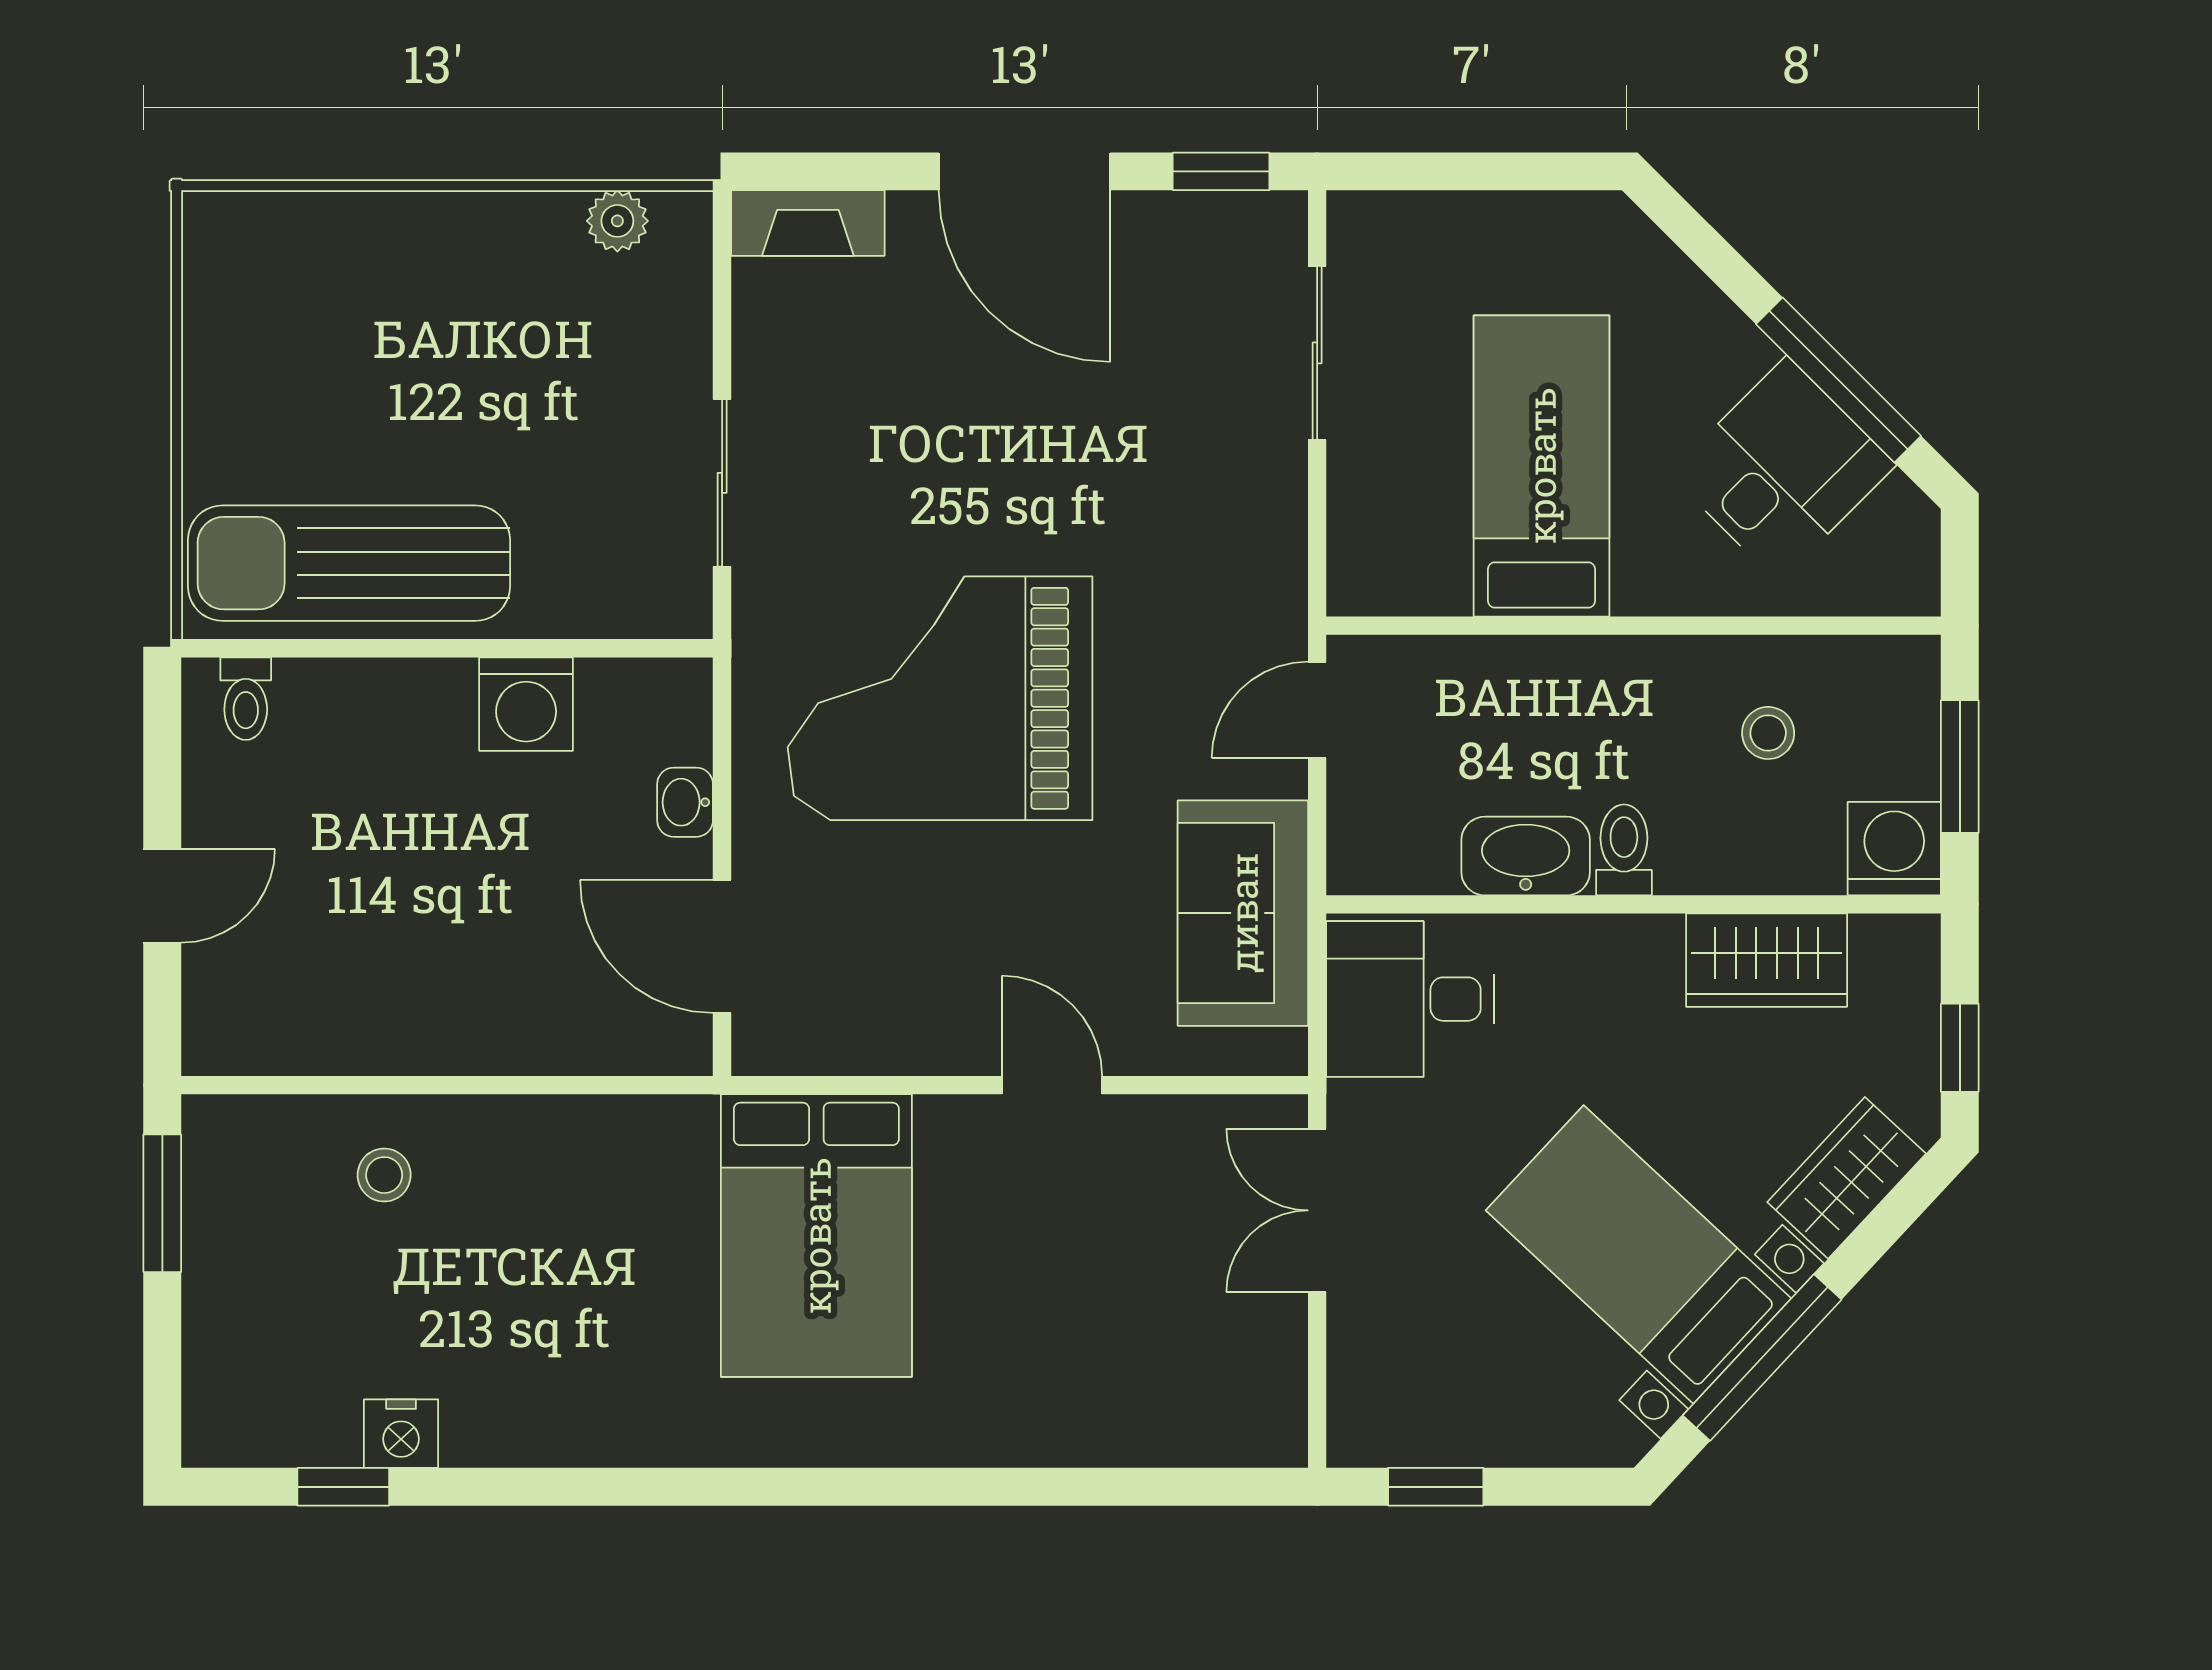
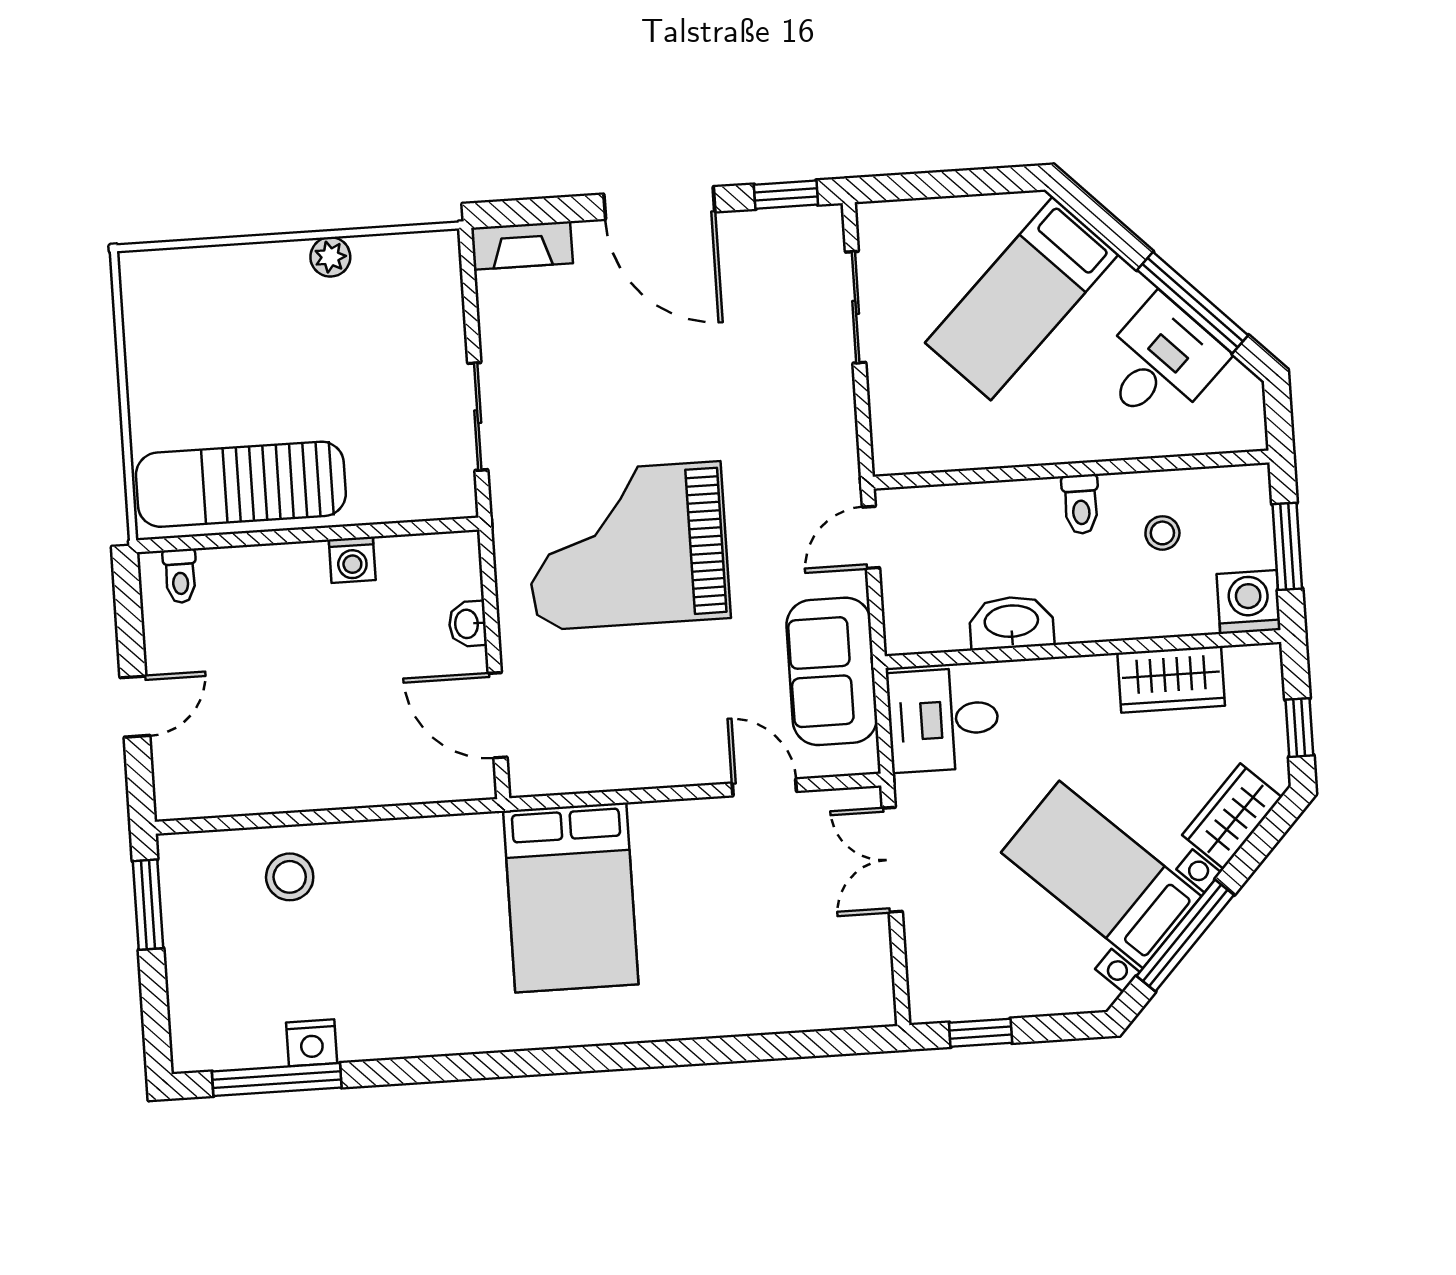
plant: (617, 221) -> (330, 257), moved
bed: (1541, 466) -> (1022, 298), moved, turned -135
washing machine: (526, 704) -> (352, 560), width x0.73, depth x0.73
toilet: (1624, 850) -> (1081, 504), moved, turned 180
door: (1052, 1085) -> (764, 787), moved
stool: (384, 1175) -> (290, 877), width x1.37, depth x1.37
window: (343, 1487) -> (277, 1079), width x2.17

